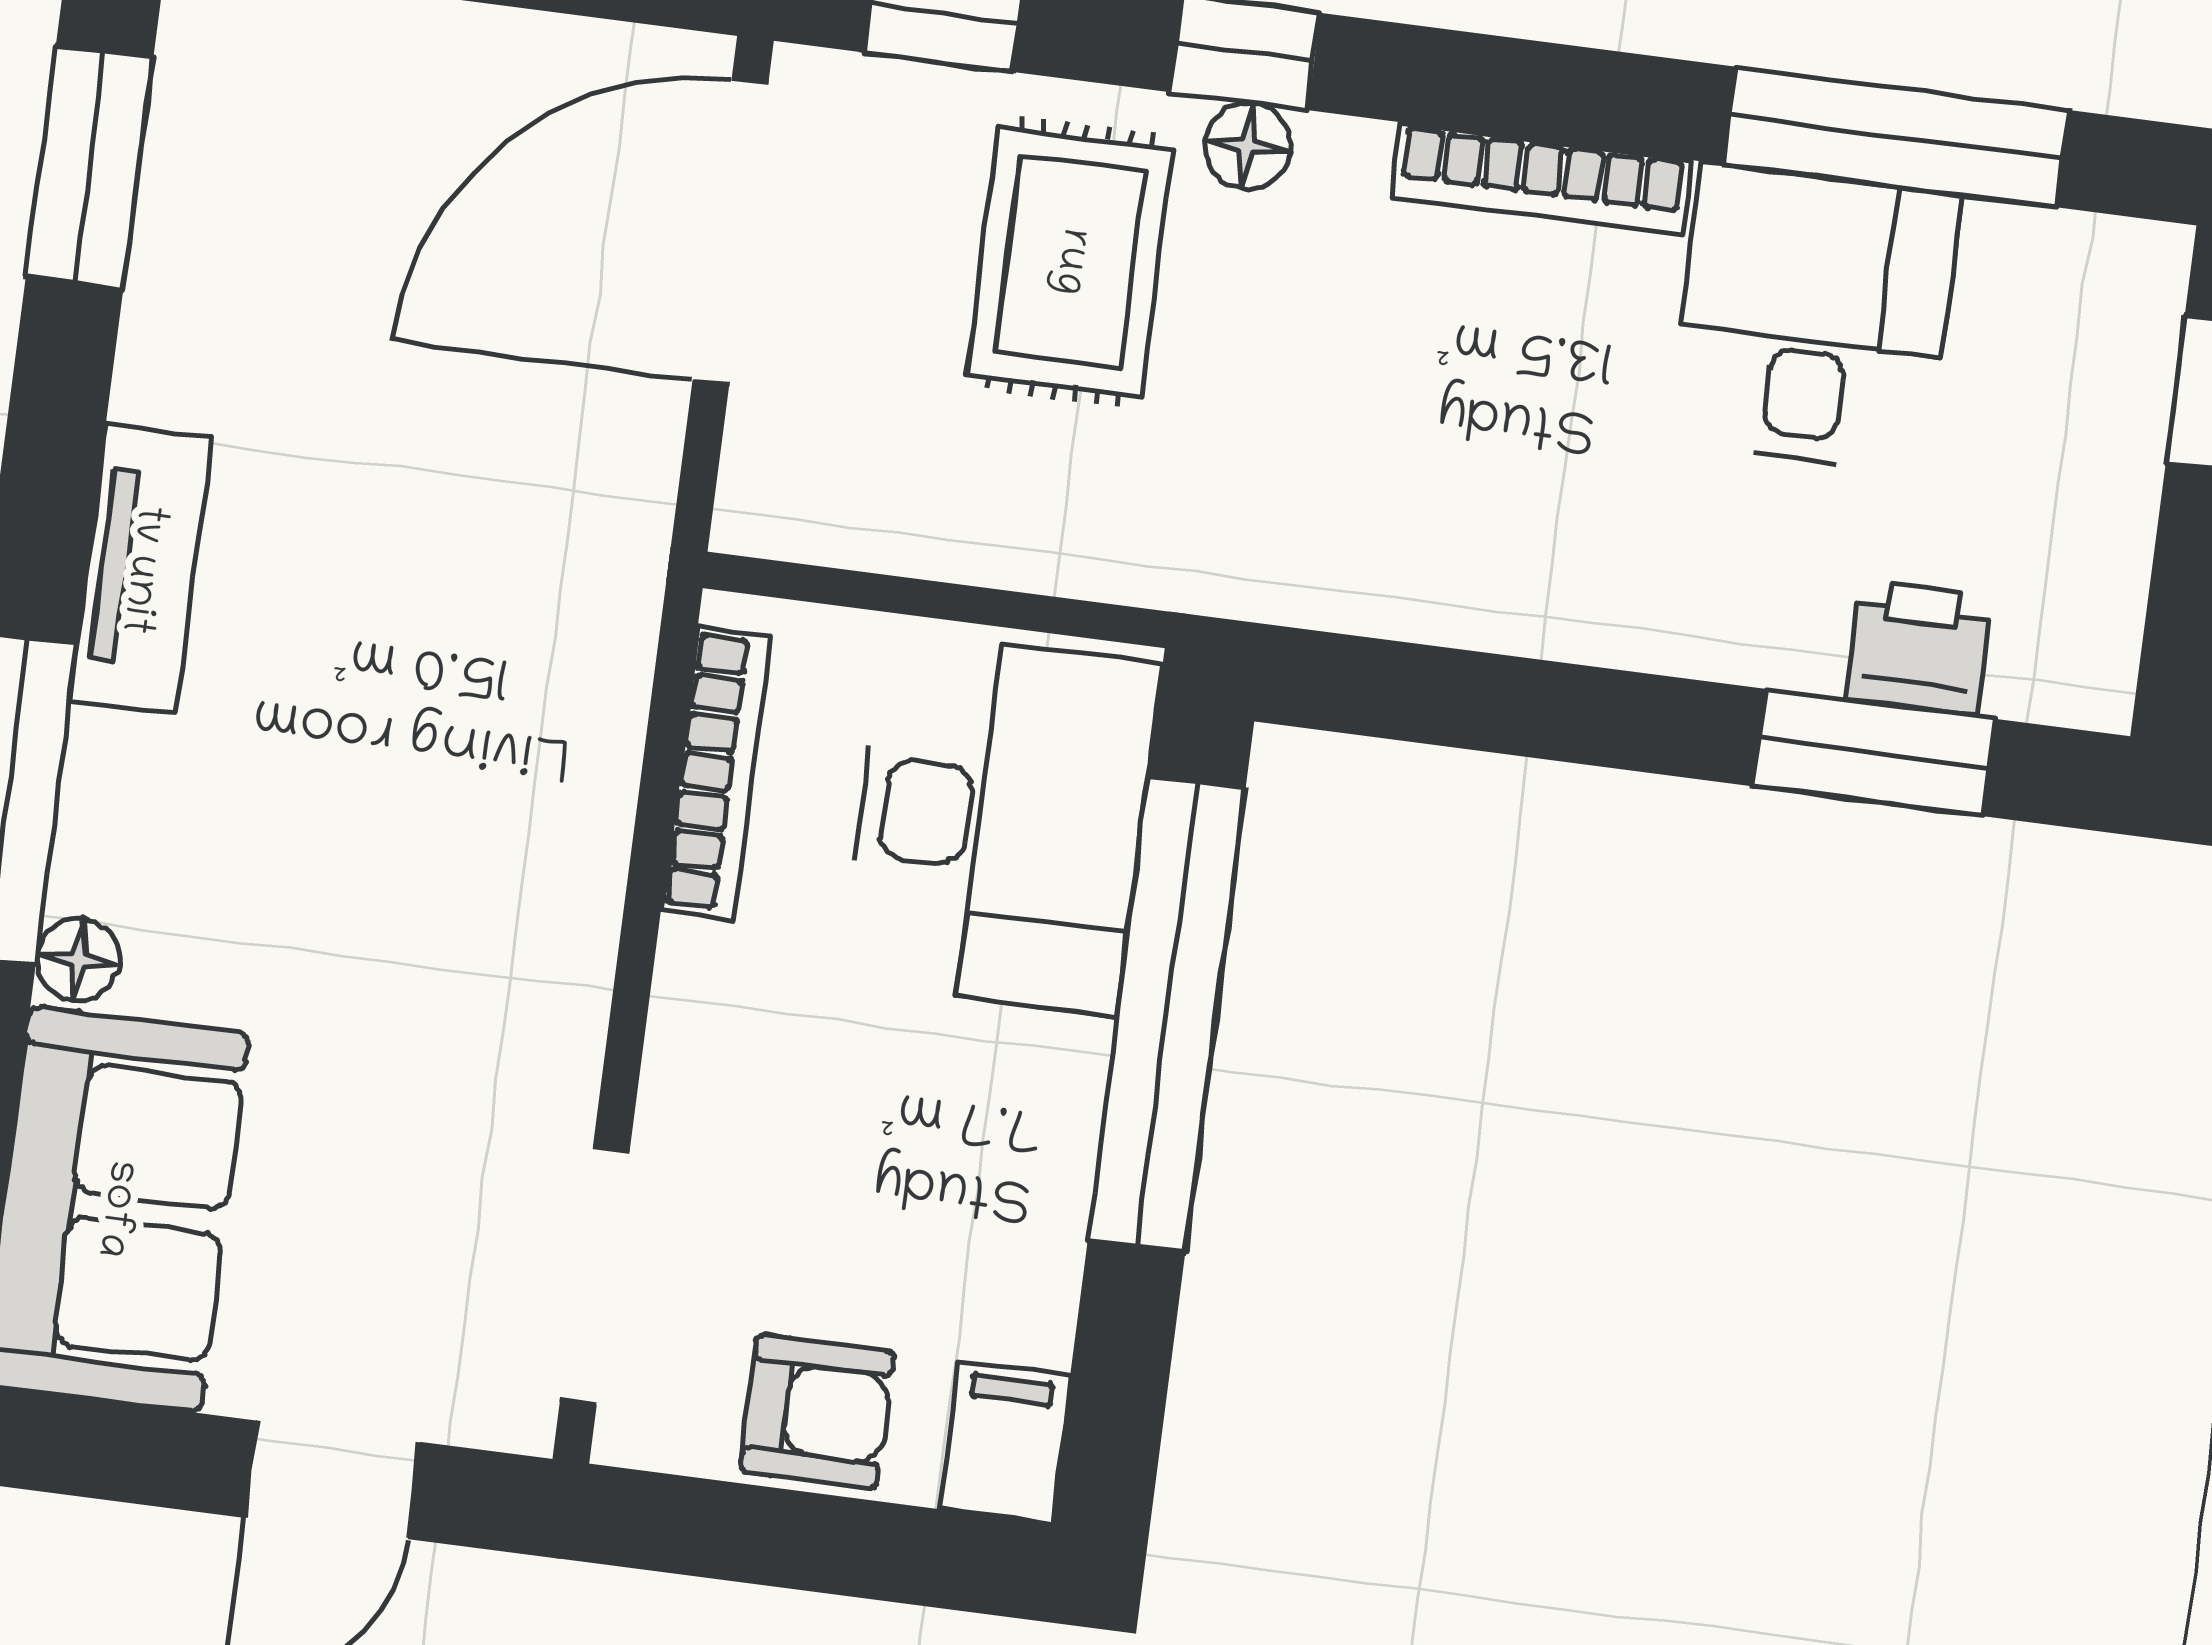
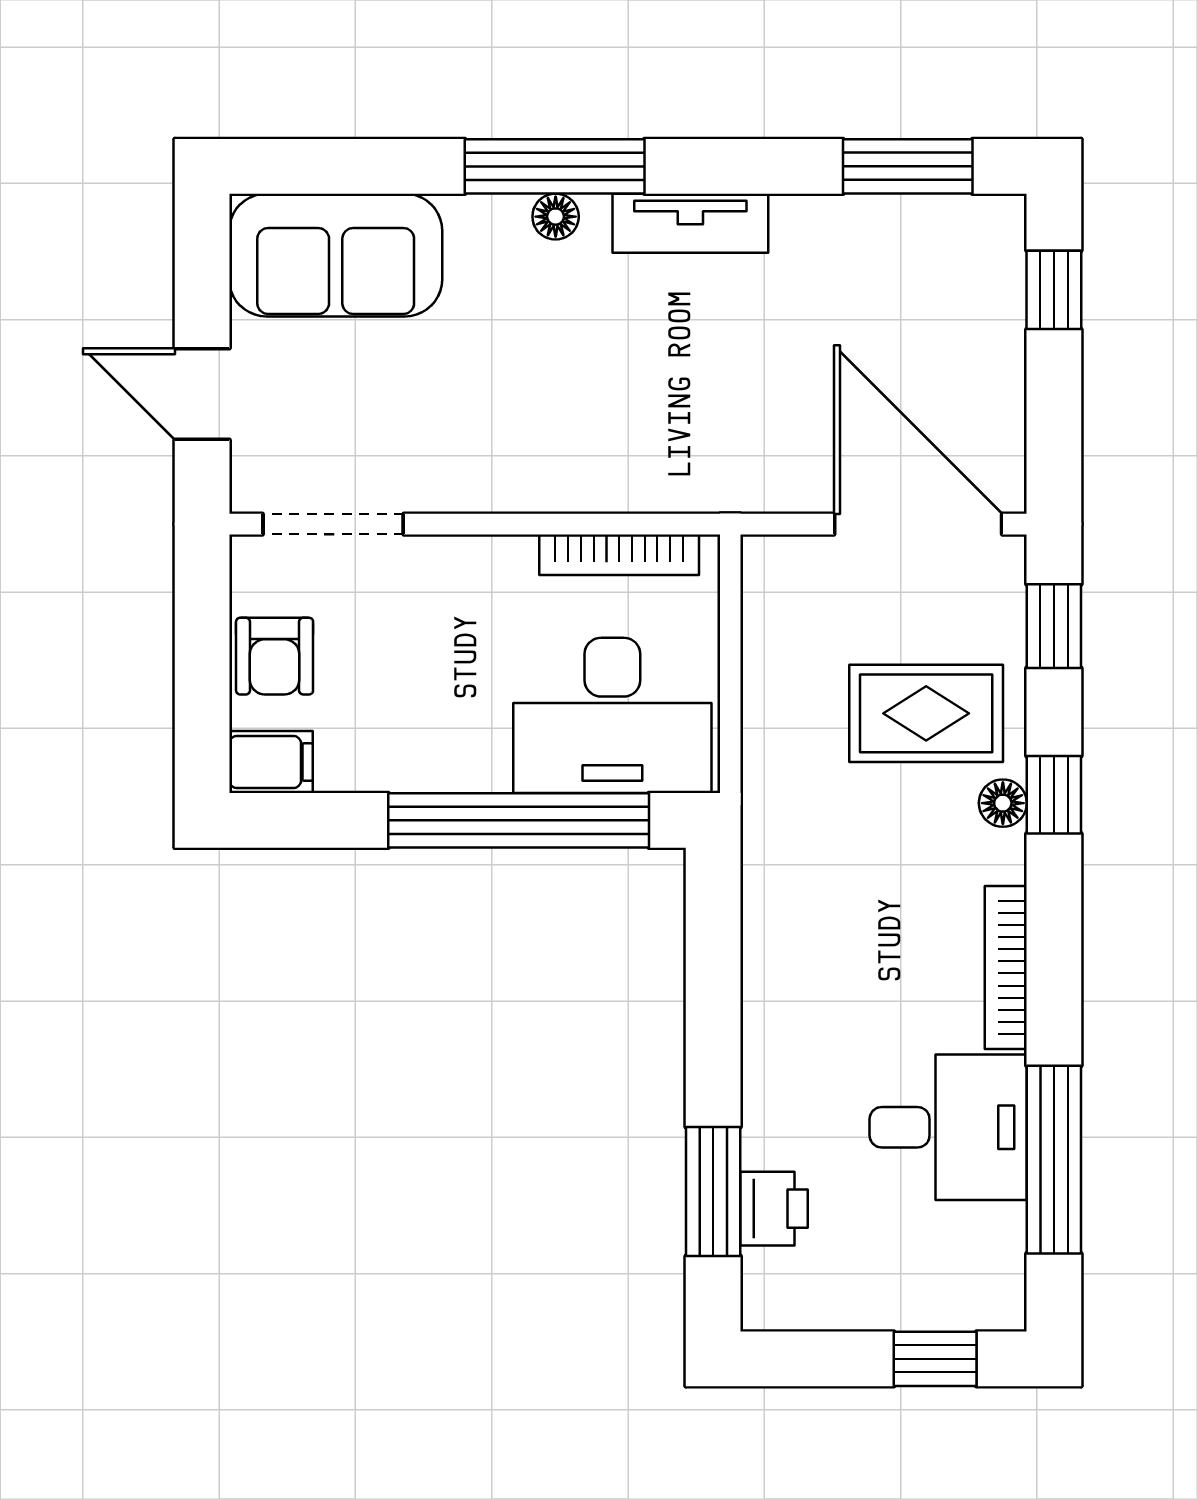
floor lamp: (78, 960) -> (556, 217), moved

